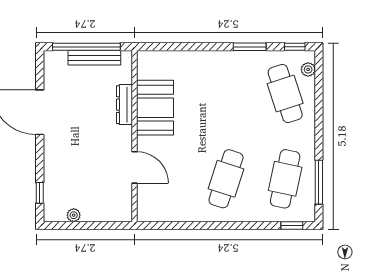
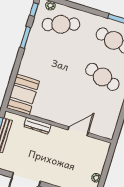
booth: (155, 108) -> (23, 94), moved, turned 90

